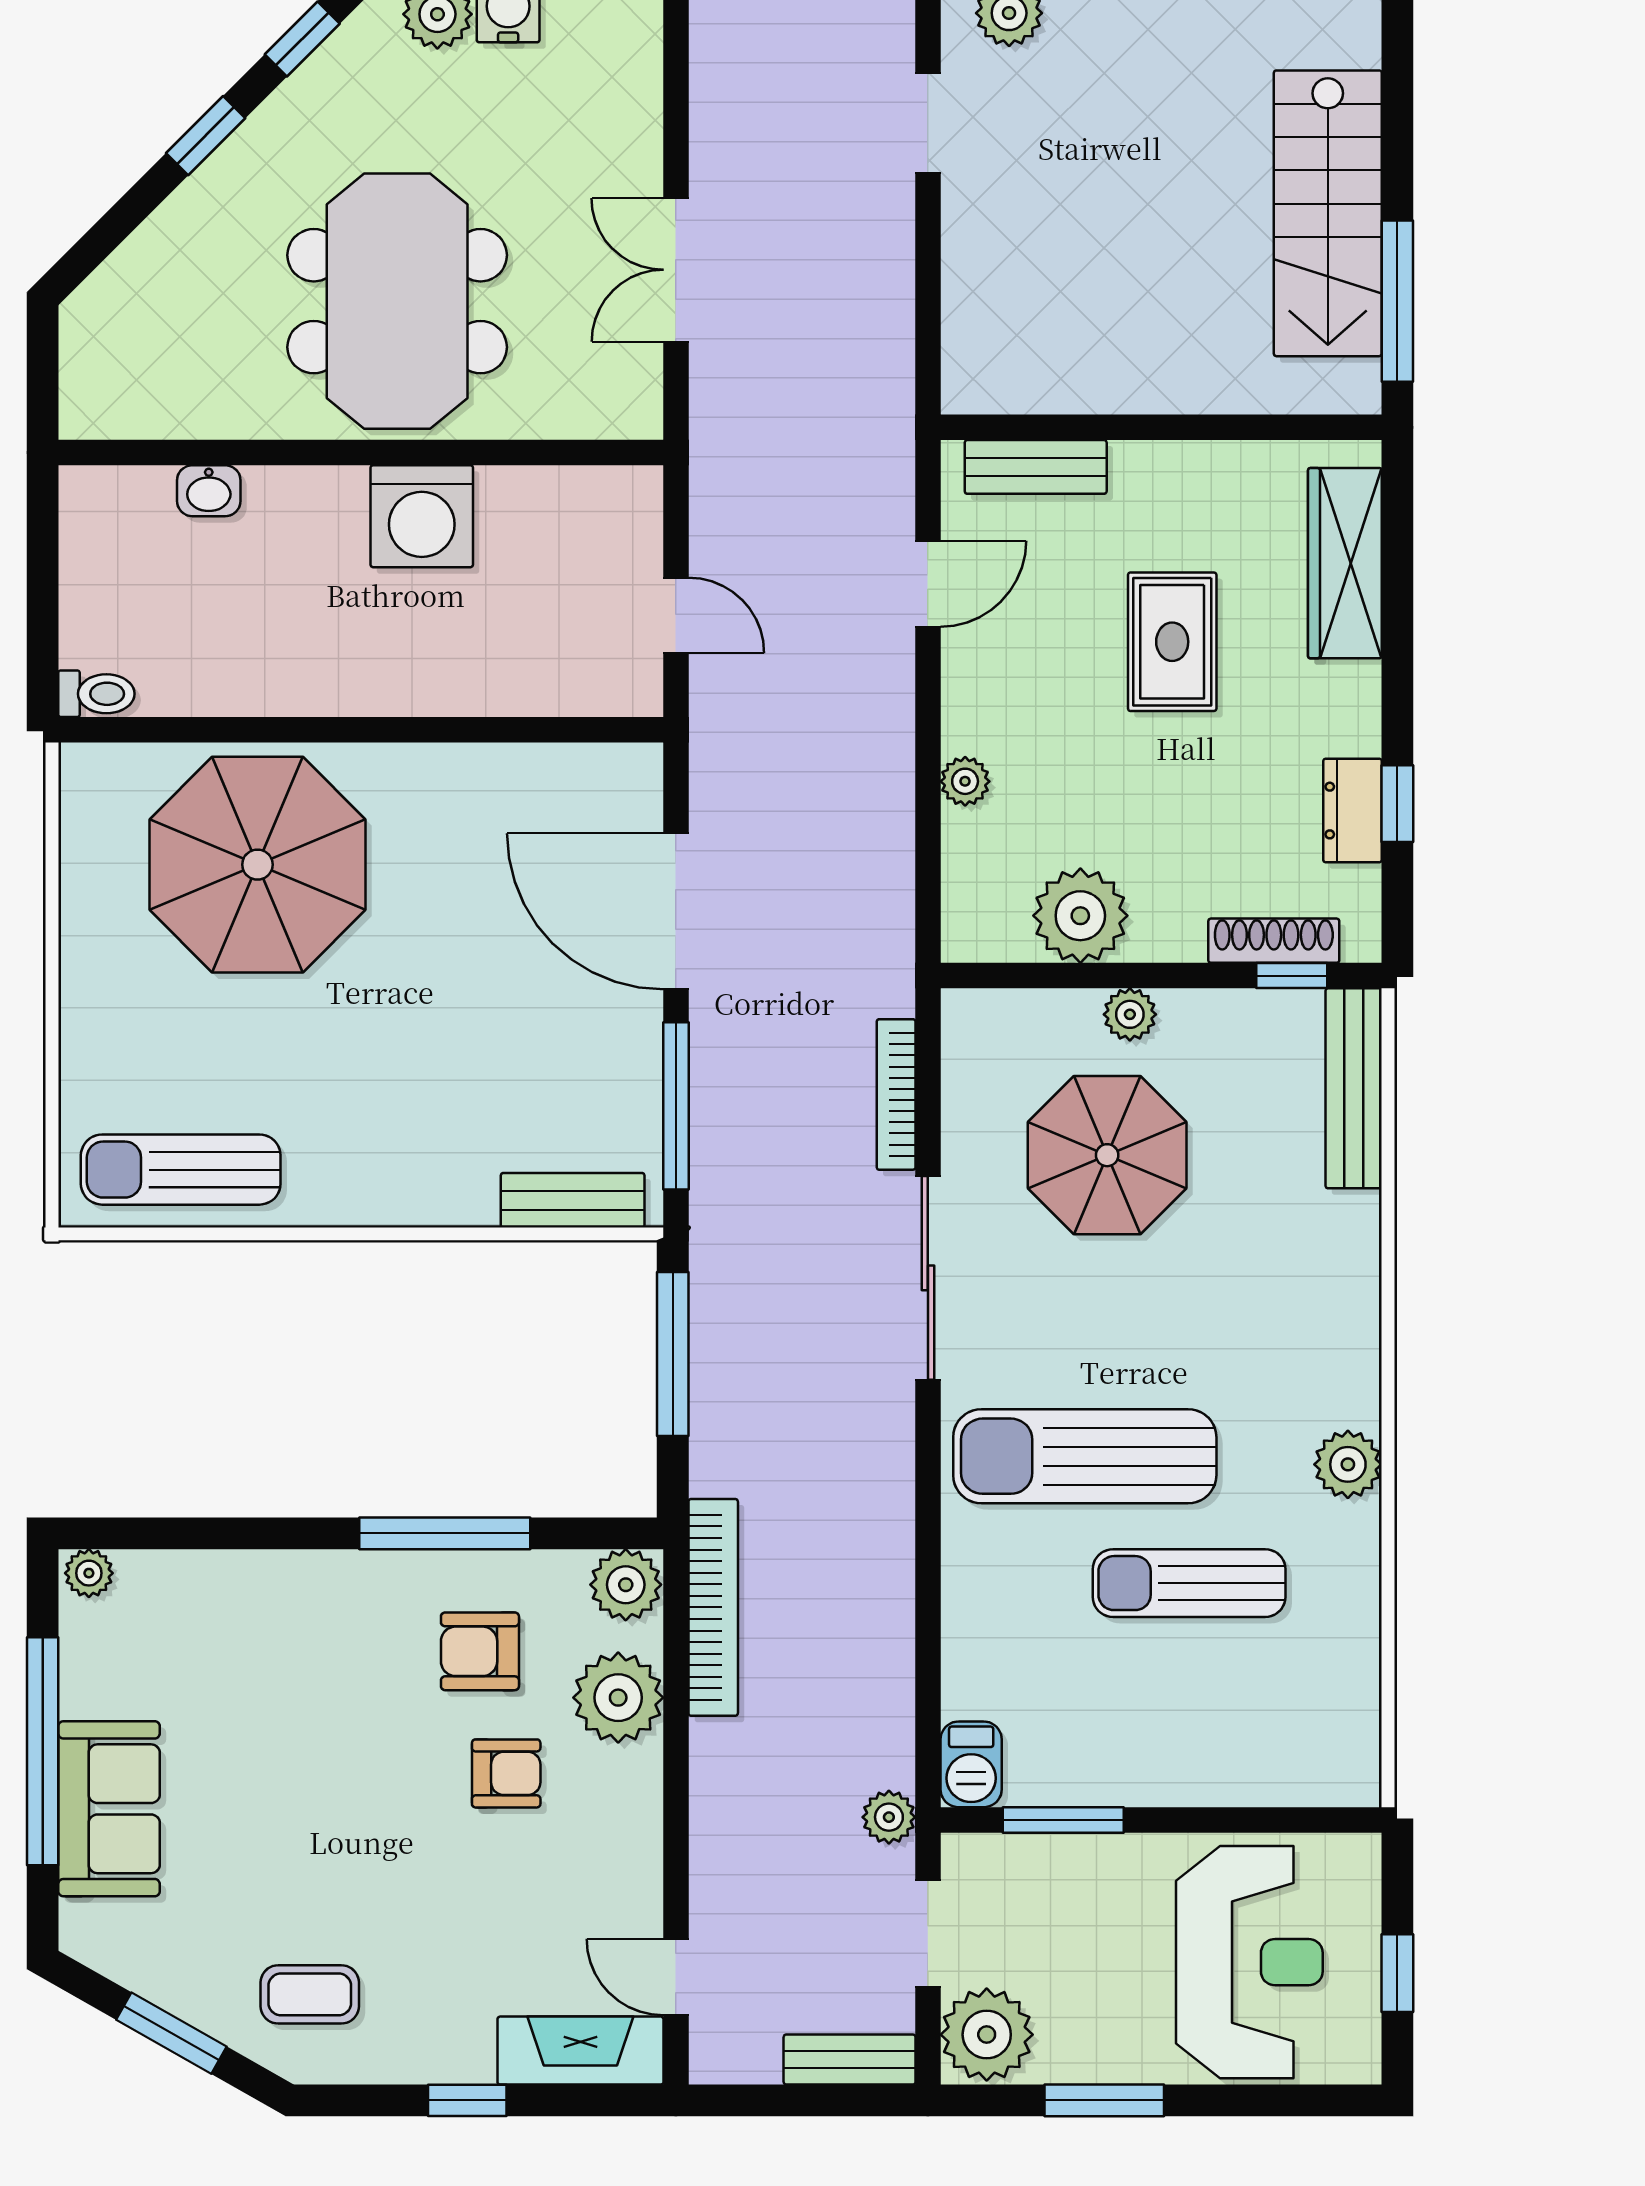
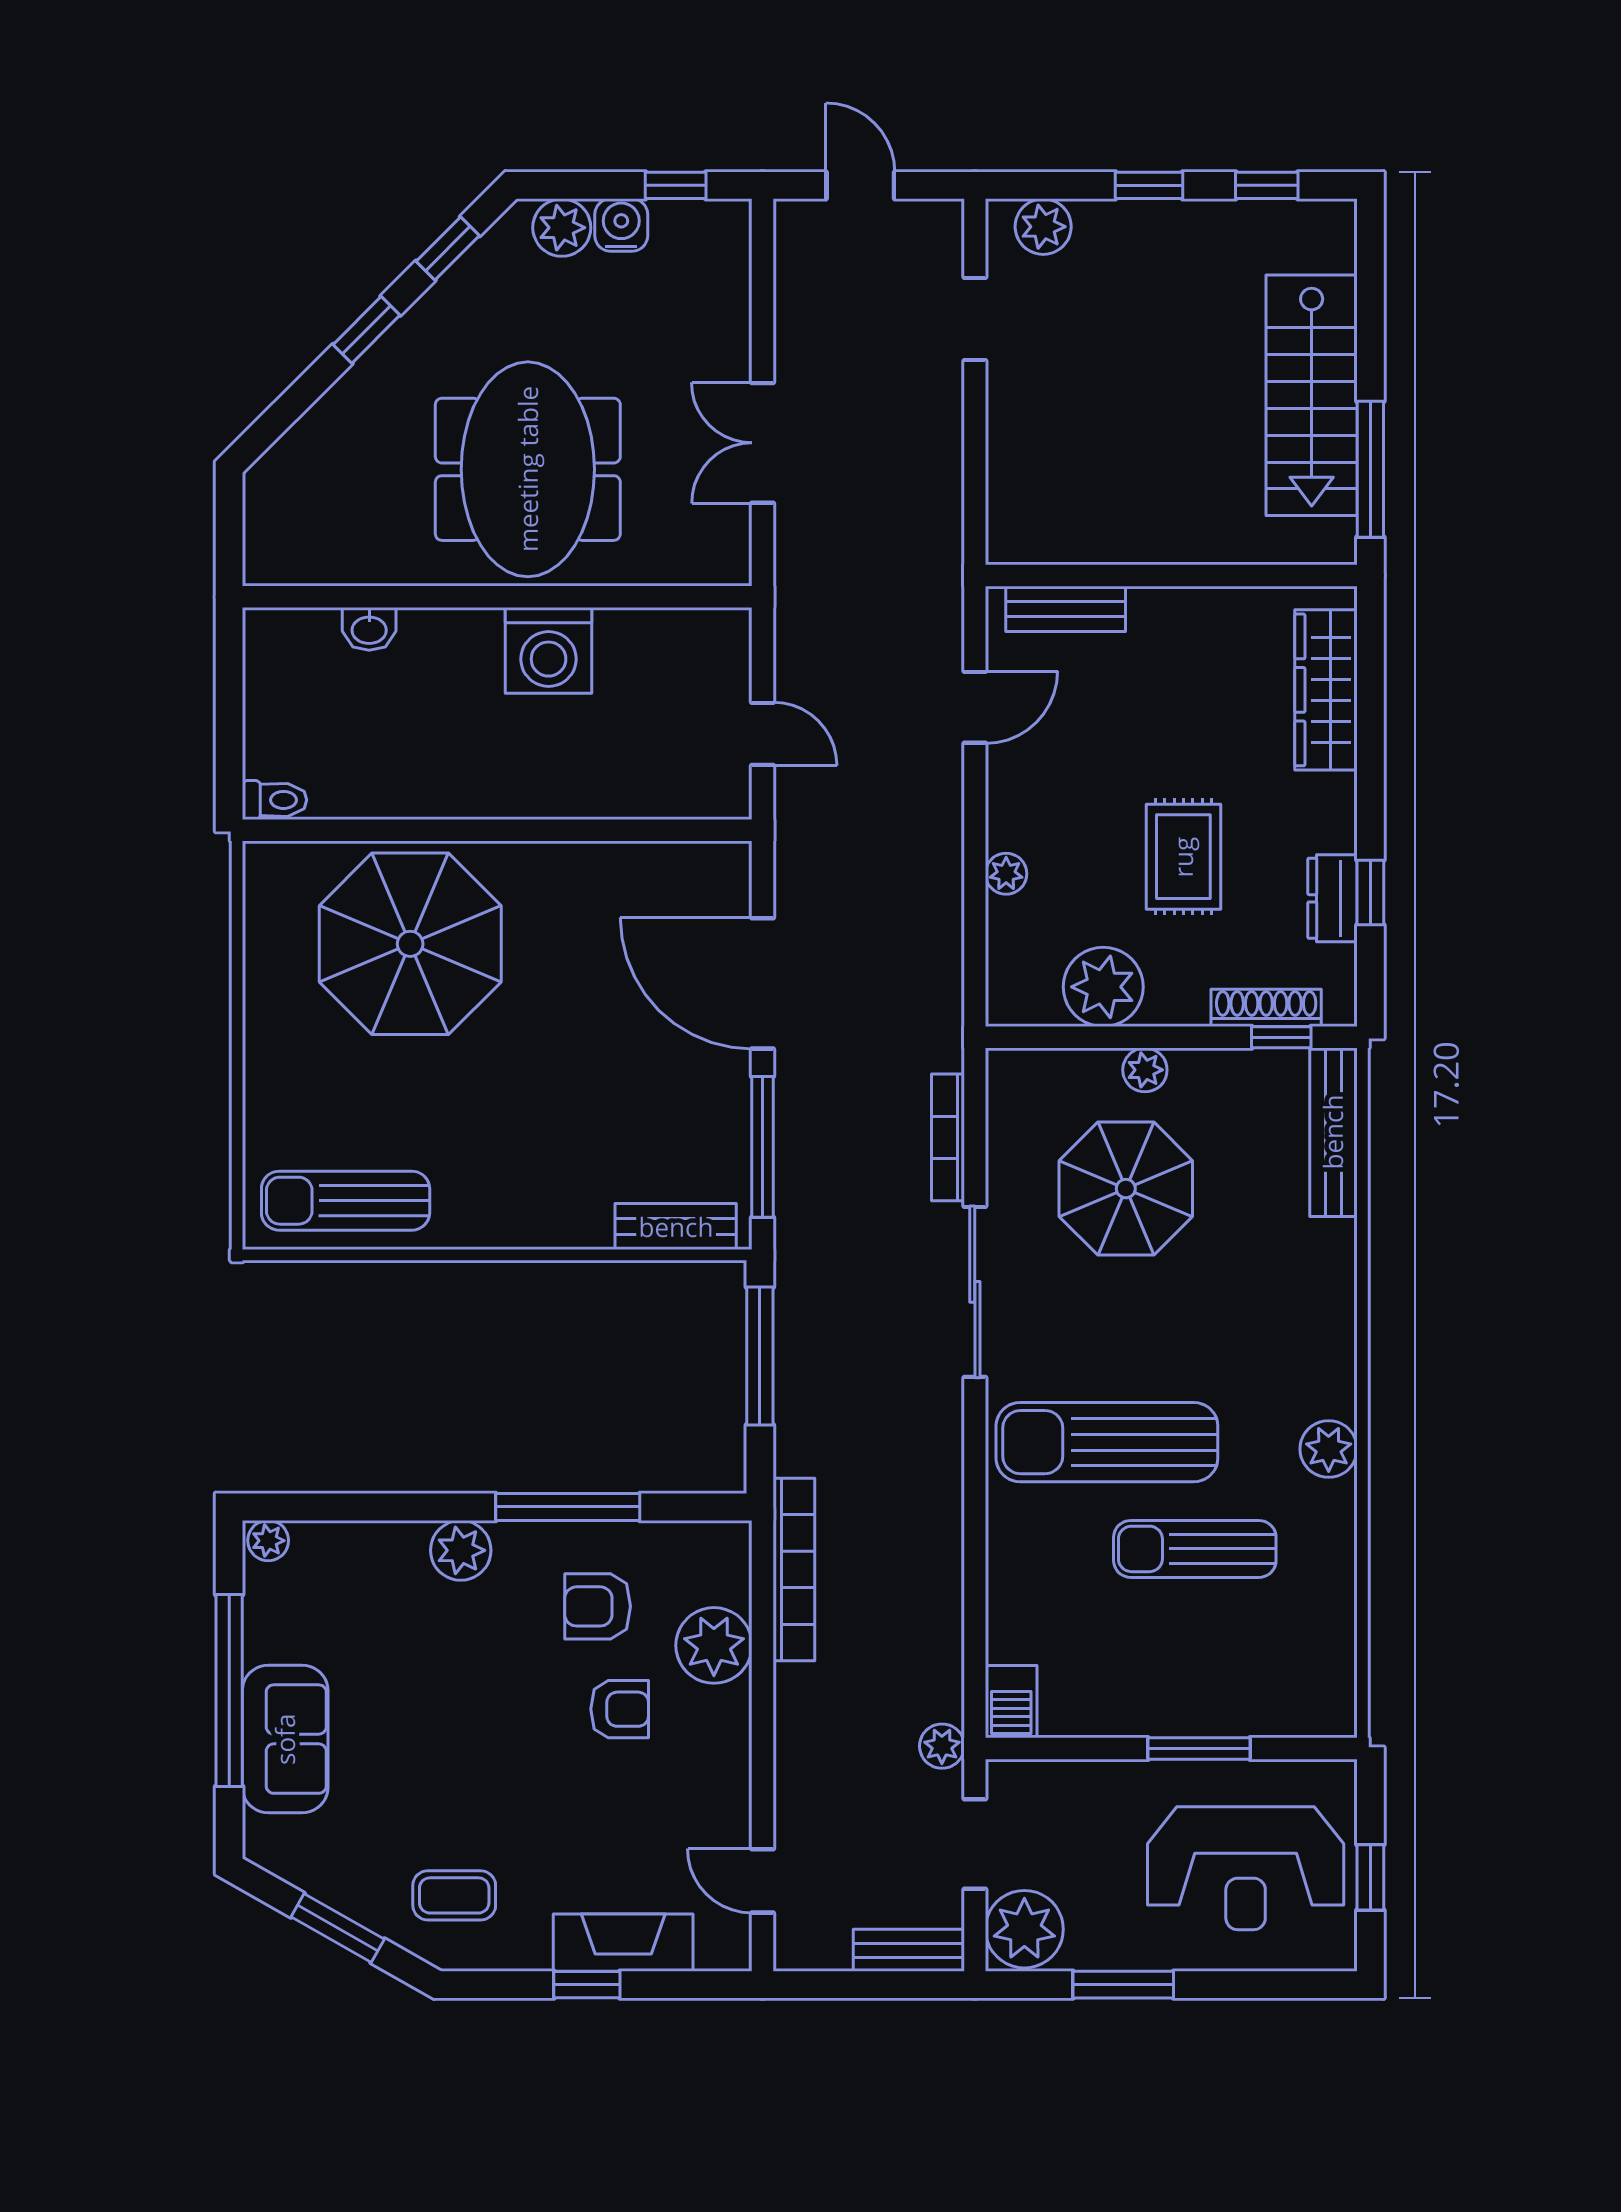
rug: (1172, 642) -> (1183, 857), moved
plant: (626, 1585) -> (461, 1550), moved
window: (1063, 1820) -> (1199, 1748), moved
reception desk: (1249, 1962) -> (1246, 1868), turned 90
fireplace: (580, 2051) -> (623, 1943), moved

